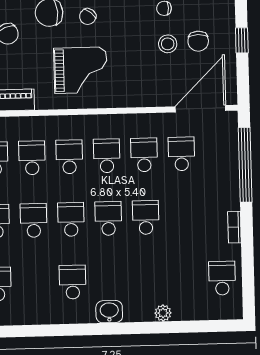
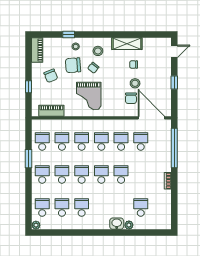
chair: (198, 41) -> (131, 98), moved
grand piano: (81, 70) -> (89, 96), turned 90
door: (200, 109) -> (151, 118), hinge flipped
school desk: (222, 278) -> (141, 207), moved
school desk: (35, 283) -> (62, 207), added
washbasin: (109, 312) -> (117, 224), moved

